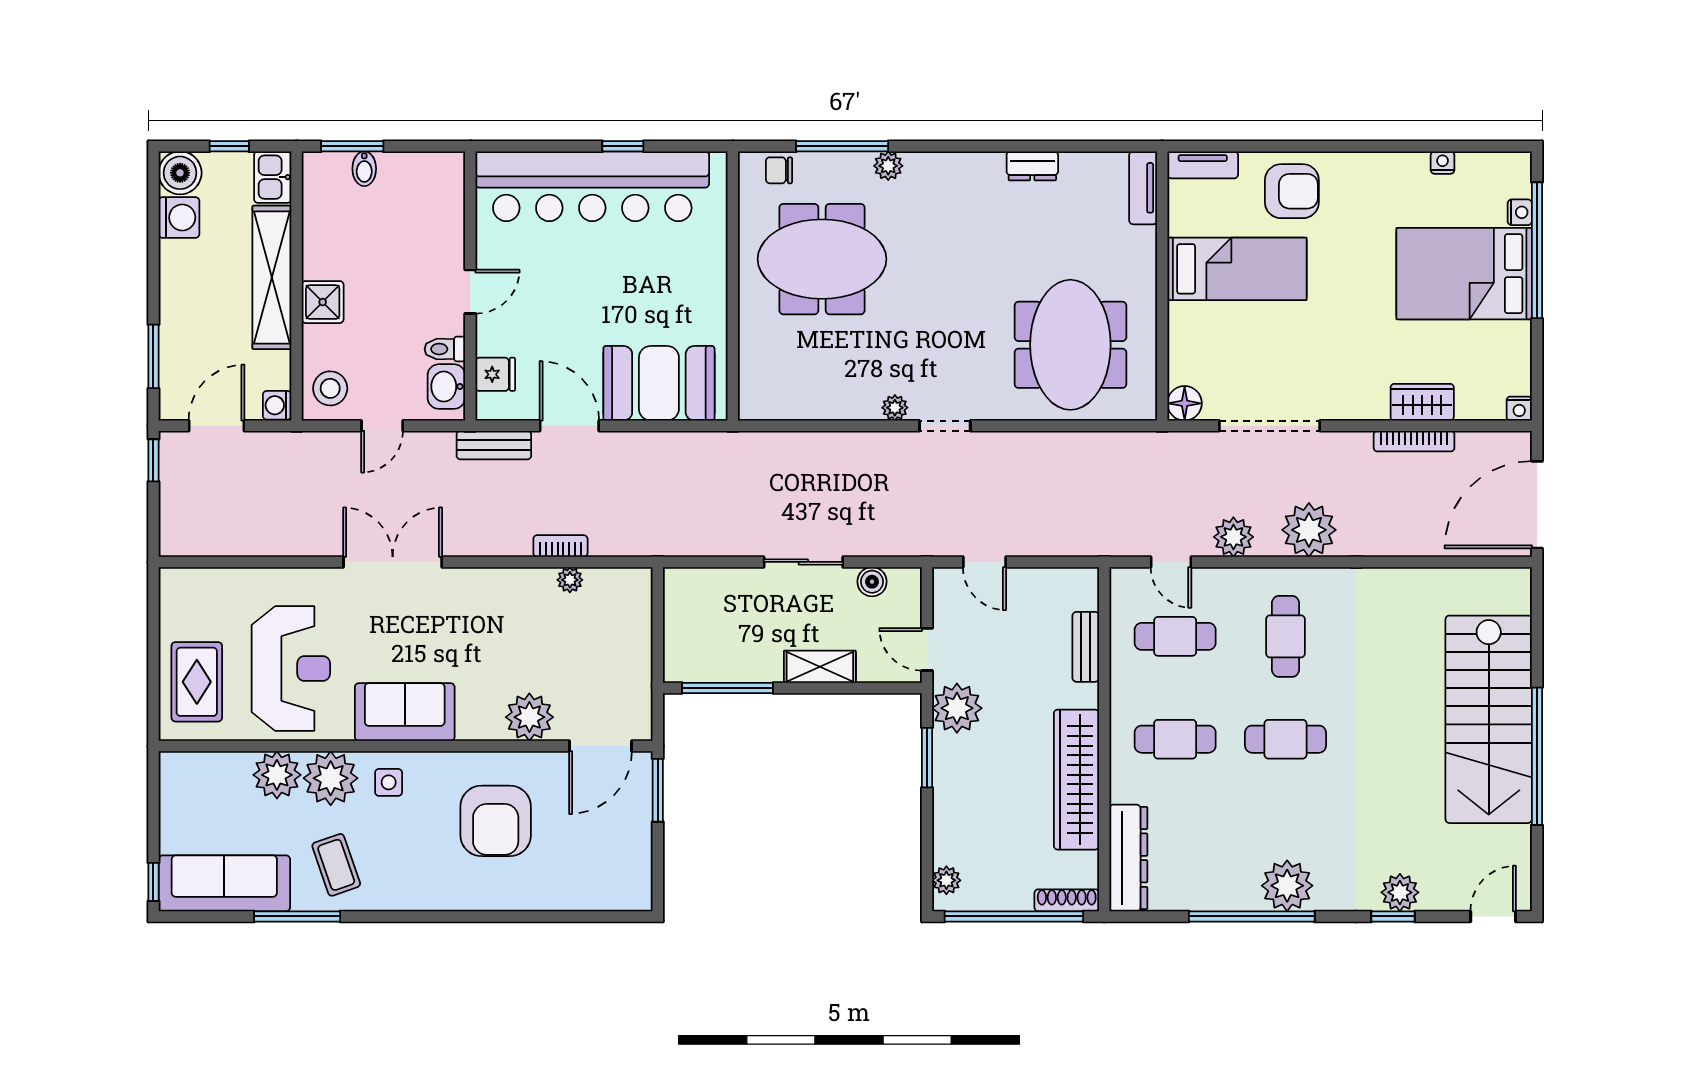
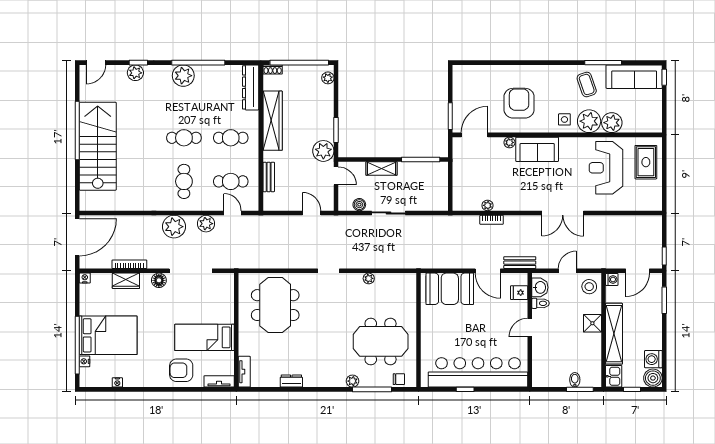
floor lamp: (1185, 403) -> (159, 280), moved
plant: (895, 408) -> (369, 278), moved
sofa: (405, 712) -> (537, 149), moved
plant: (529, 717) -> (509, 142), width x0.53, depth x0.53
shoe rack: (1067, 900) -> (273, 69), width x0.70

